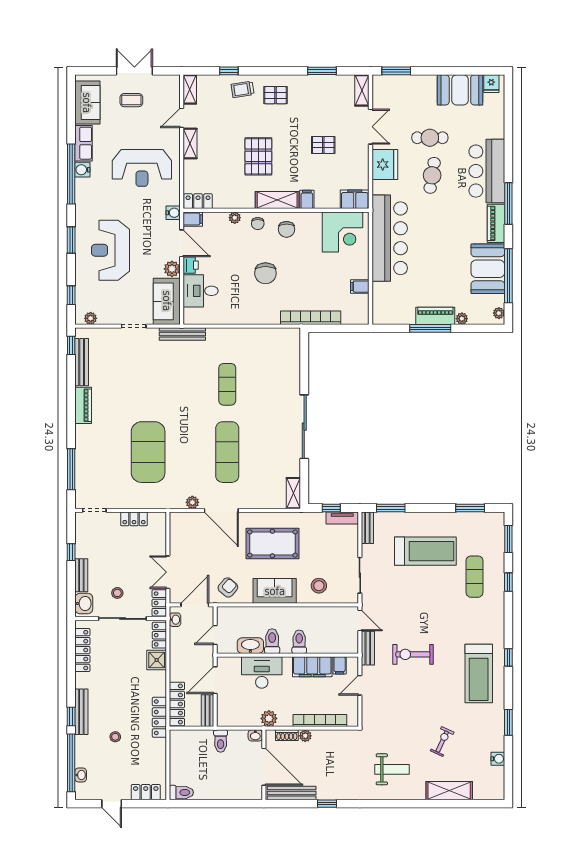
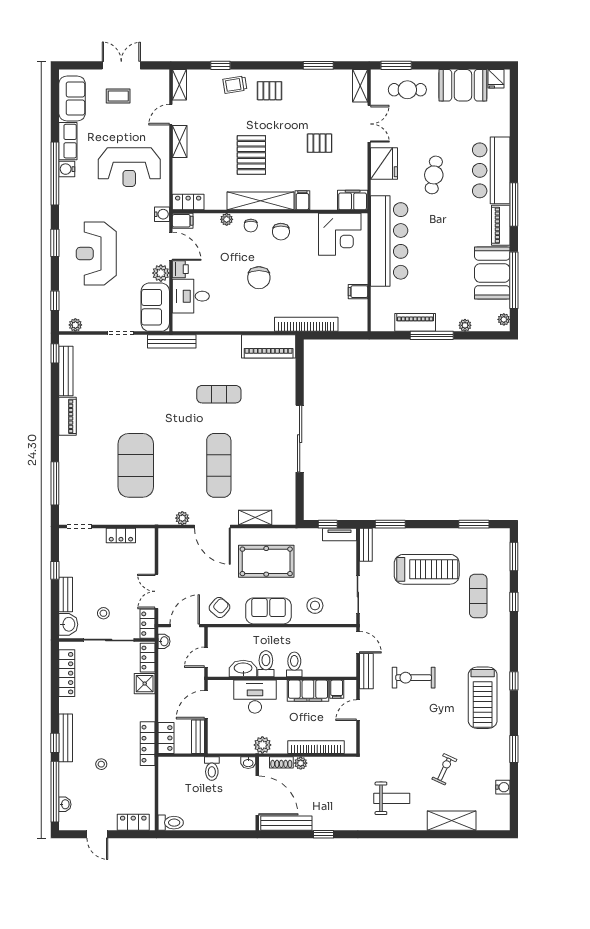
cafe table: (430, 138) -> (407, 90), moved
shelving: (277, 200) -> (261, 201), width x1.47
piano: (435, 316) -> (415, 322), moved
piano: (275, 339) -> (269, 346), added
exercise mat: (227, 384) -> (219, 394), turned 90
shelving: (293, 493) -> (255, 518), moved, turned 90
locker: (177, 704) -> (166, 738), width x0.66

